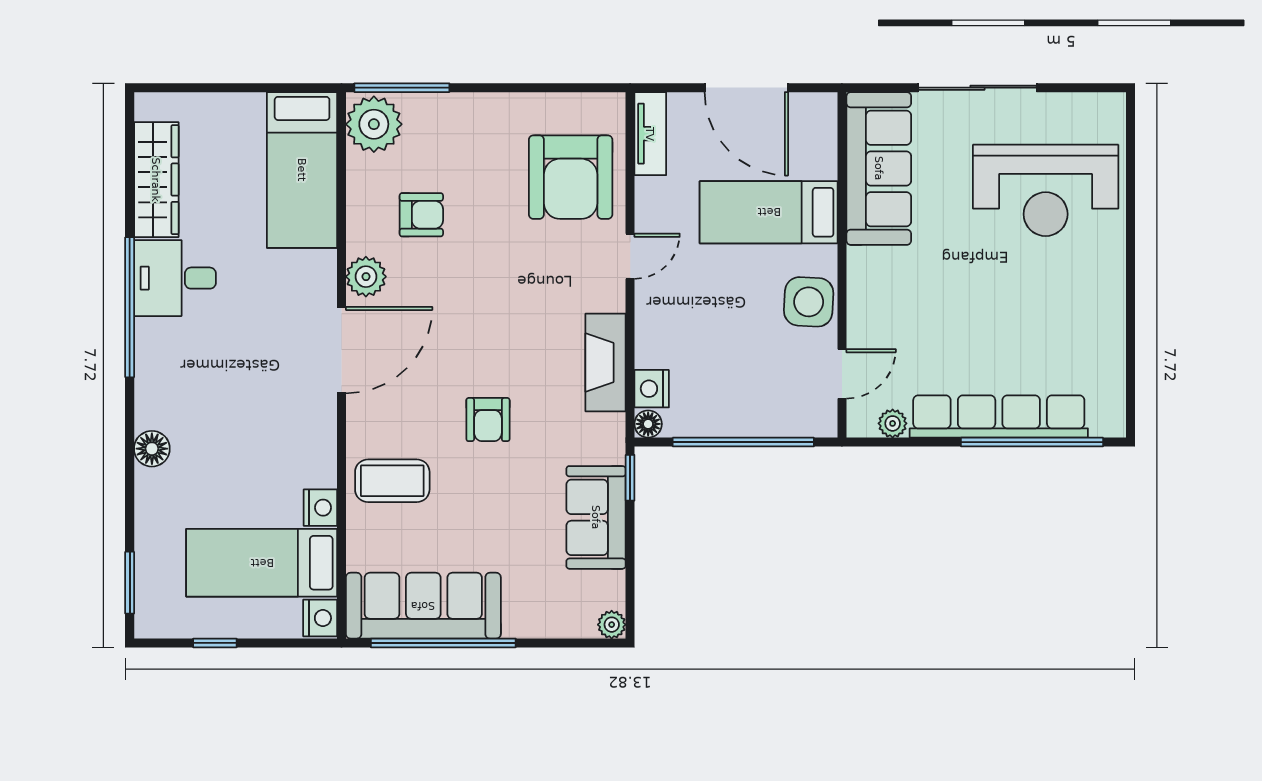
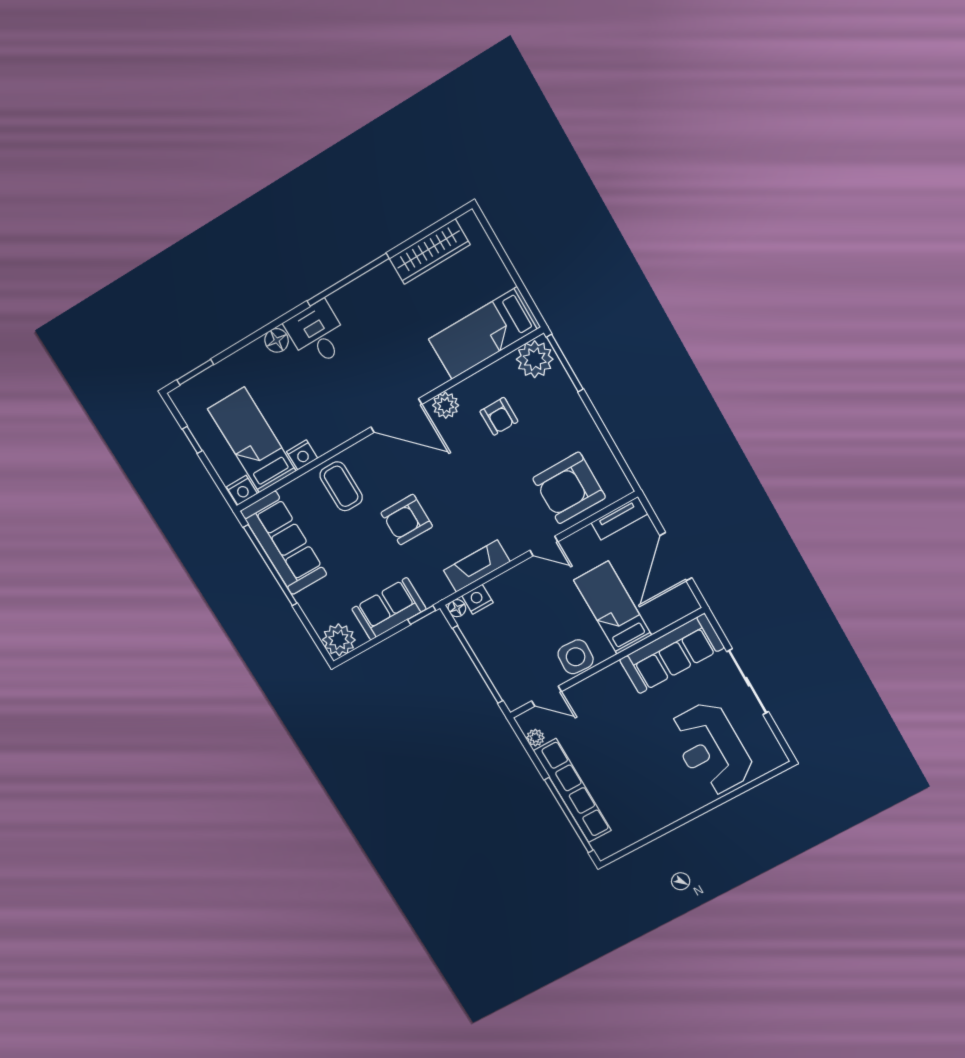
desk: (175, 278) -> (317, 334), moved
armchair: (488, 420) -> (407, 520), width x1.38, depth x1.38
plant: (612, 625) -> (339, 640), width x1.87, depth x1.87

